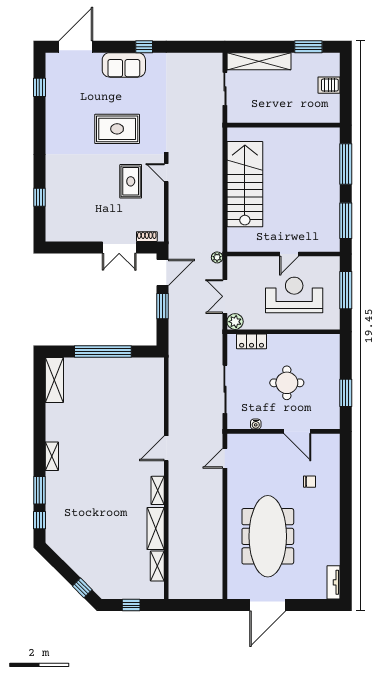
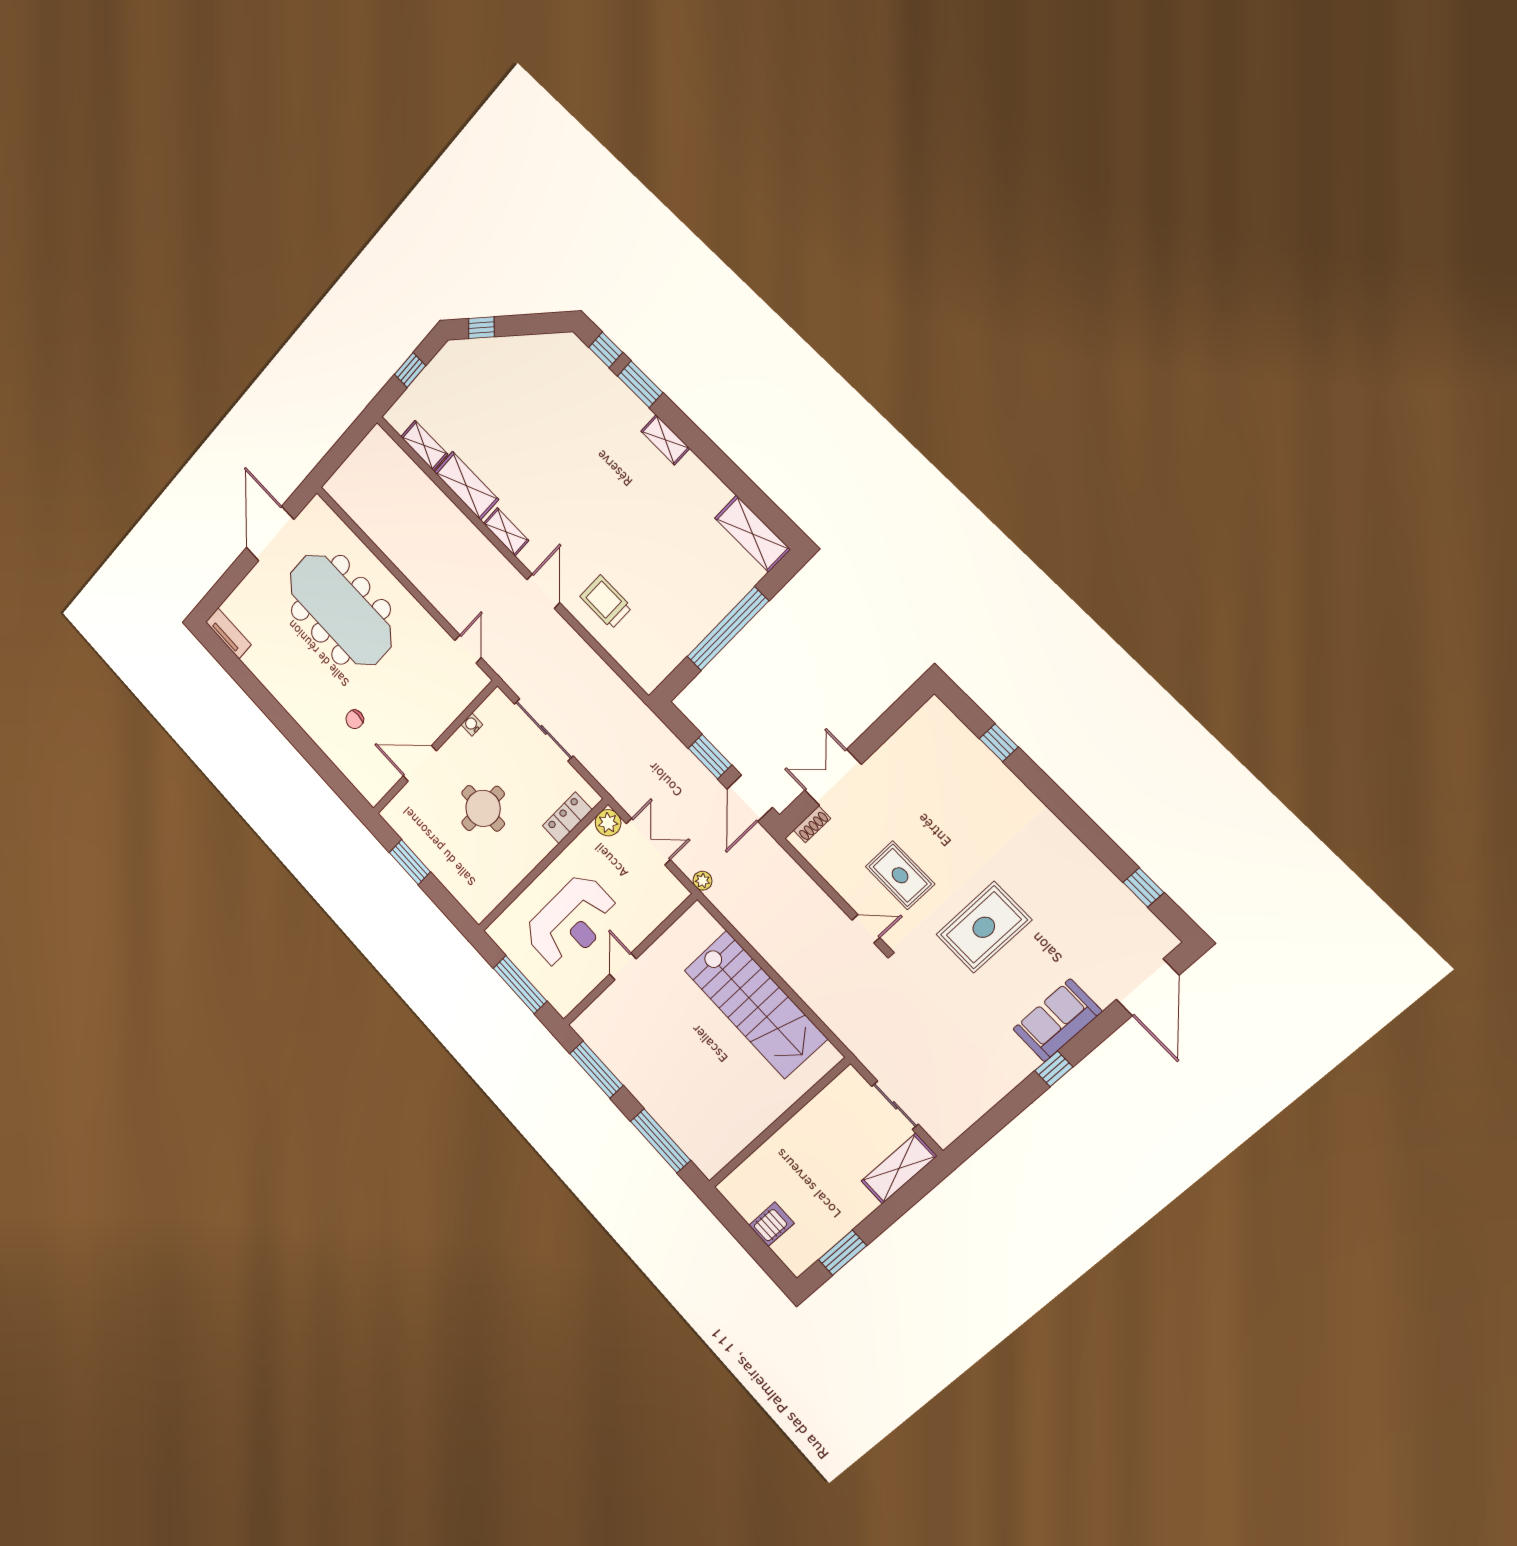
shelving: (259, 61) -> (899, 1169), width x0.68
trolley: (143, 415) -> (606, 602), added

